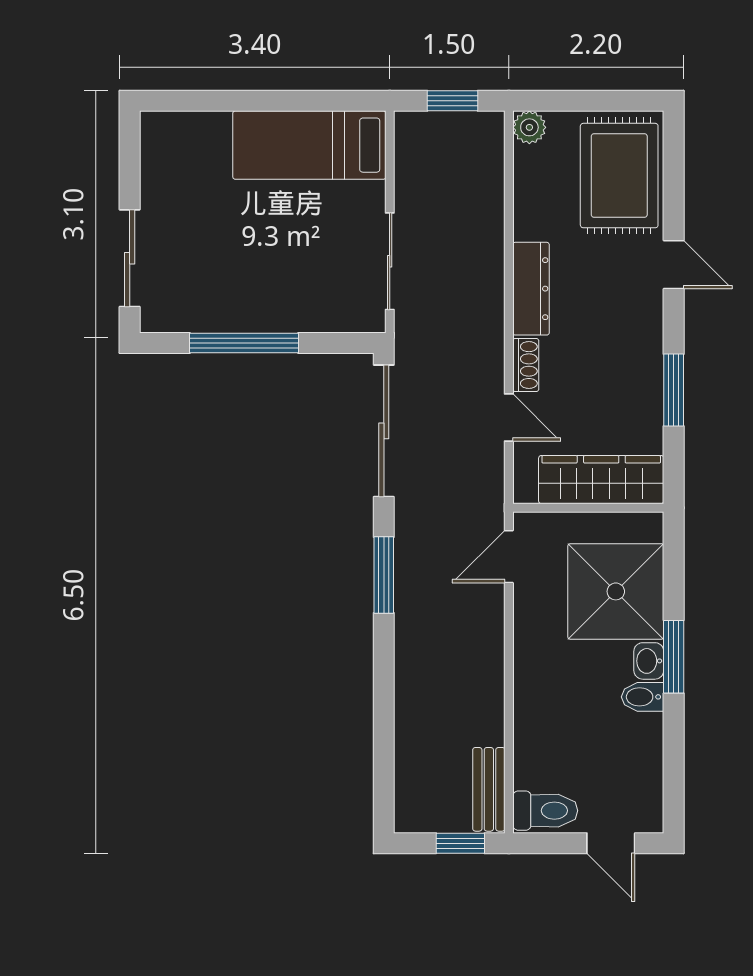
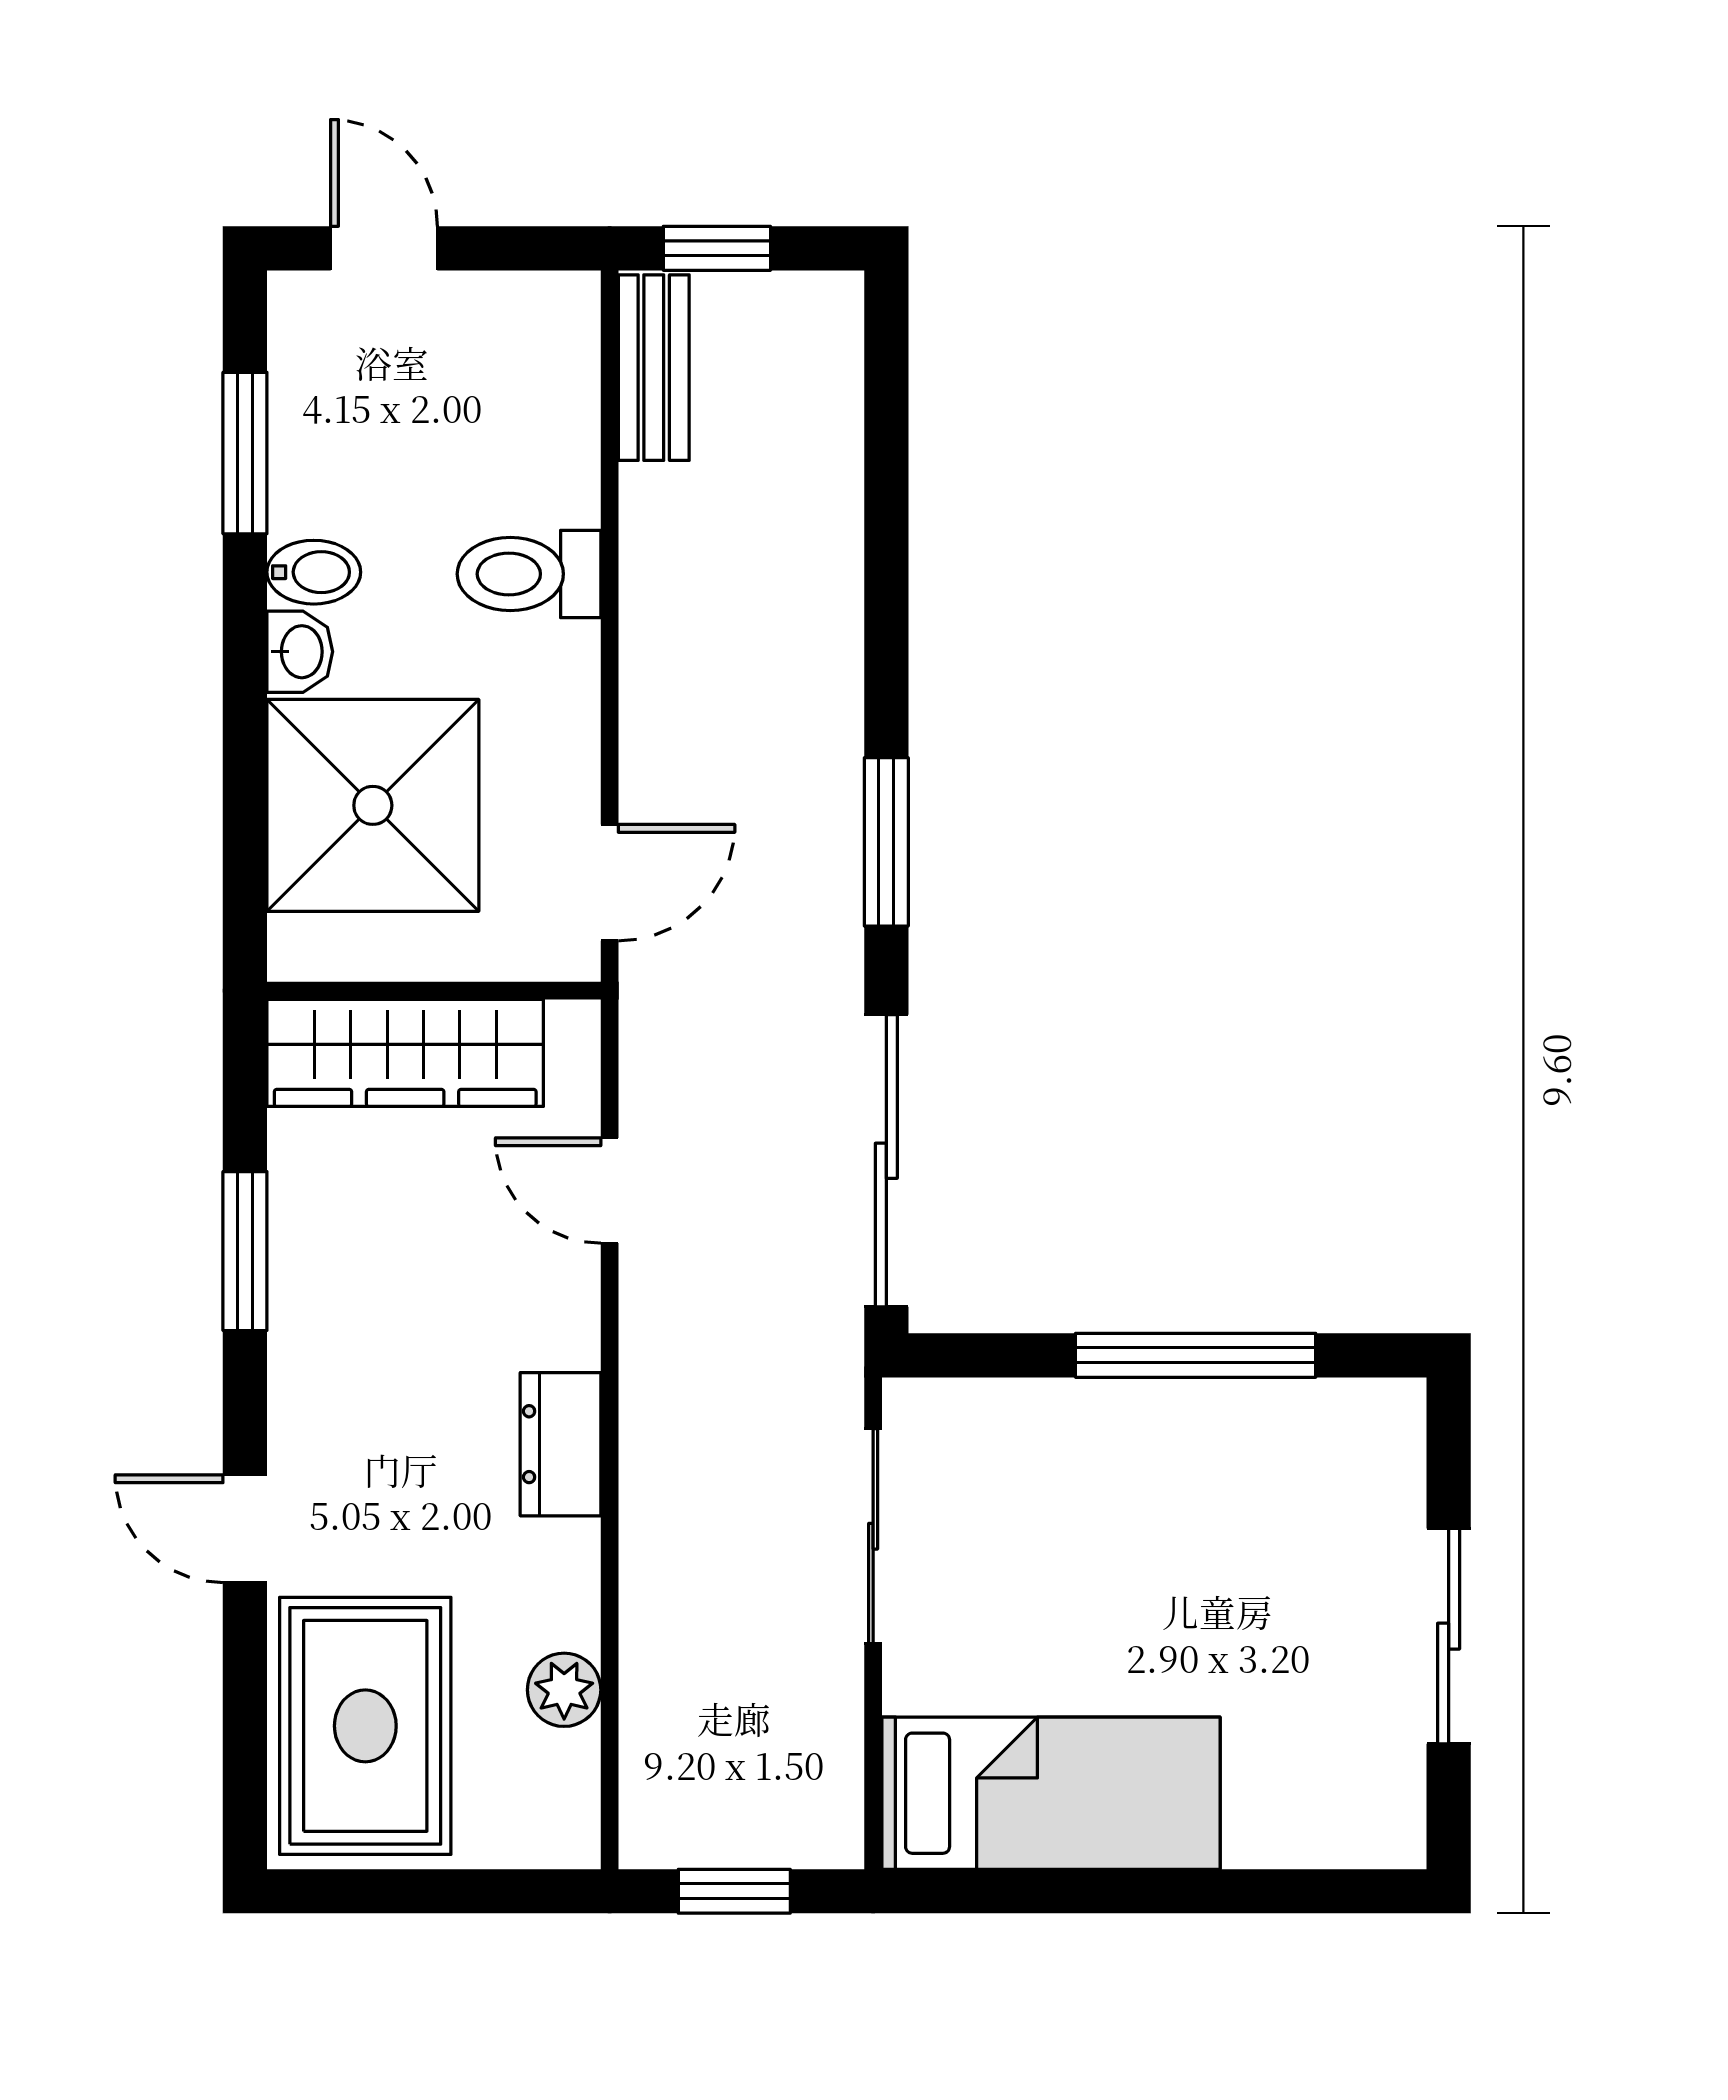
plant: (529, 127) -> (564, 1690), moved
sliding door: (130, 258) -> (1449, 1636), moved
dresser: (531, 289) -> (560, 1444), width x0.70
shoe rack: (526, 365) -> (572, 1307), removed
window: (674, 657) -> (245, 453), moved
toilet: (545, 811) -> (529, 574), moved

